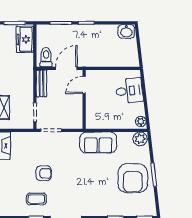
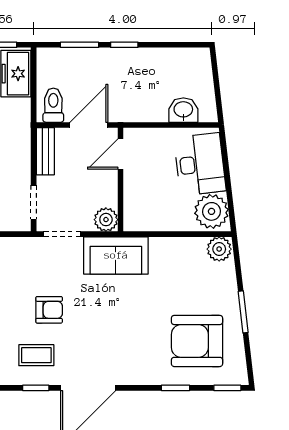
washbasin: (126, 31) -> (183, 110), moved, turned 180
desk: (129, 91) -> (200, 164), width x1.37
plant: (141, 121) -> (212, 211), width x1.88, depth x1.88
plant: (76, 122) -> (106, 220), added
sofa: (98, 142) -> (116, 255), moved
armchair: (133, 178) -> (197, 341), moved, turned 90

